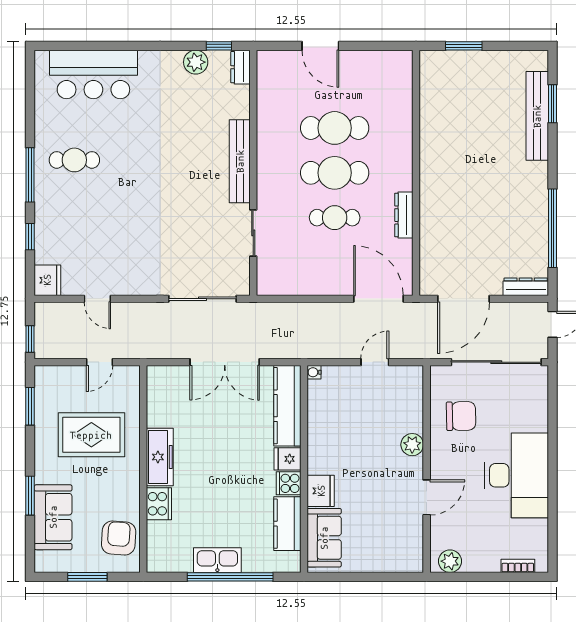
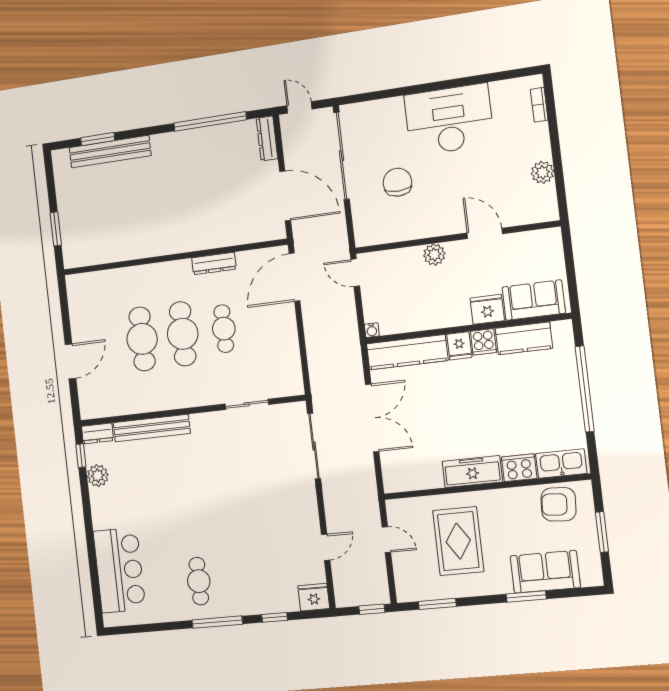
bench: (240, 161) -> (152, 428), moved
plant: (412, 445) -> (434, 255), moved
wall: (427, 469) -> (457, 237), moved
door: (427, 497) -> (485, 233), moved
kitchen sink: (217, 560) -> (561, 463), moved, turned 90

